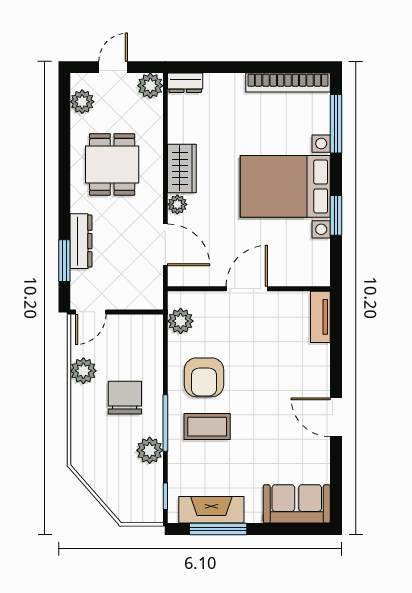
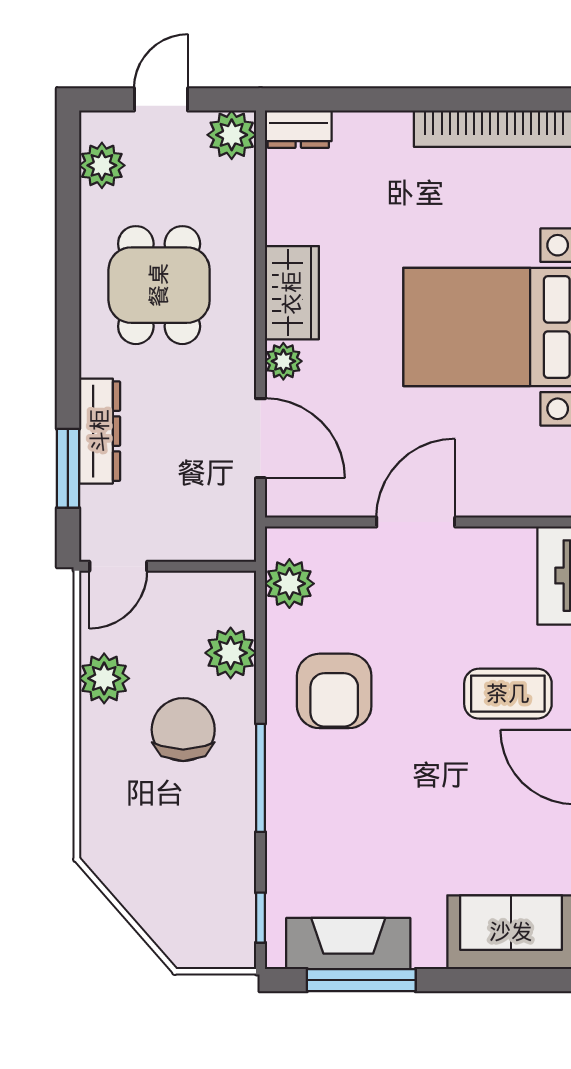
coffee table: (207, 427) -> (508, 694), moved
plant: (150, 450) -> (231, 653), moved

